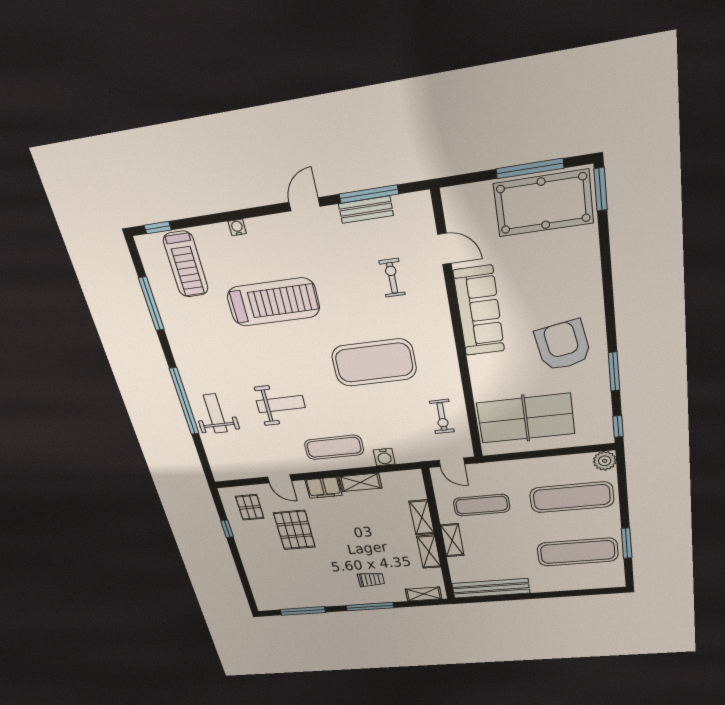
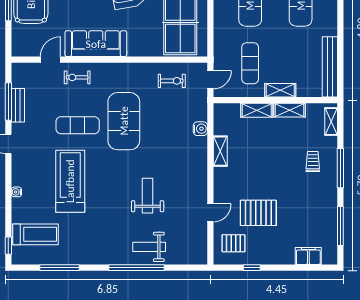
exercise bike: (392, 278) -> (77, 77), moved
exercise mat: (334, 447) -> (78, 125), moved, turned 90
filing cabinet: (324, 488) -> (308, 256), moved, turned -90

